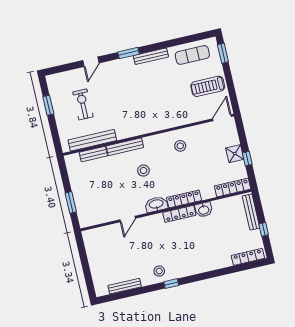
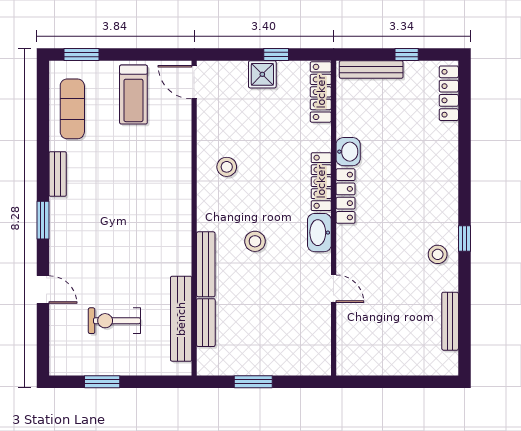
bench: (151, 56) -> (58, 174), width x0.73
window: (71, 202) -> (253, 382), moved

